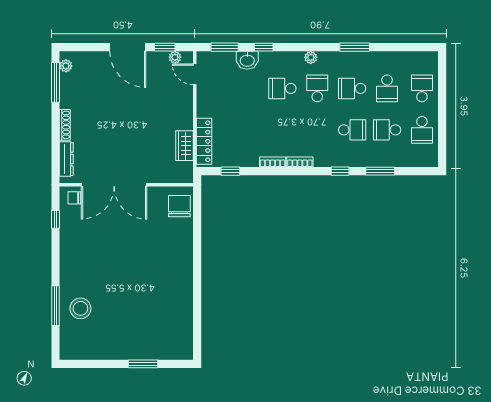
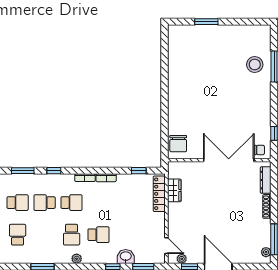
school desk: (352, 88) -> (72, 203), moved

